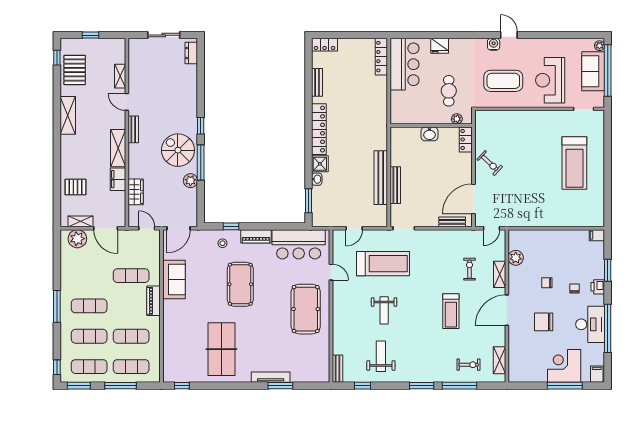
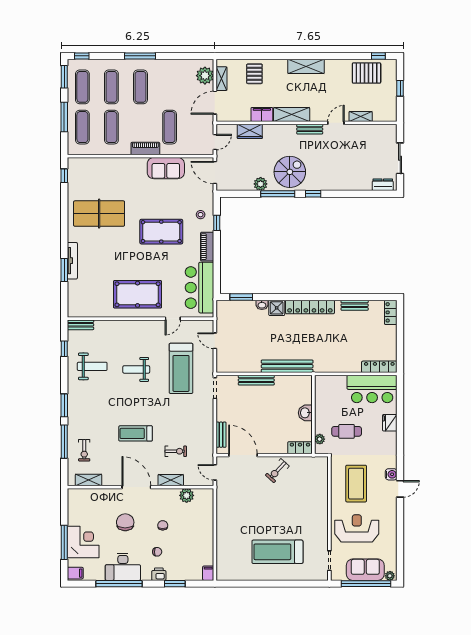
shelving: (68, 115) -> (306, 66), moved
bench: (381, 178) -> (287, 366), moved

